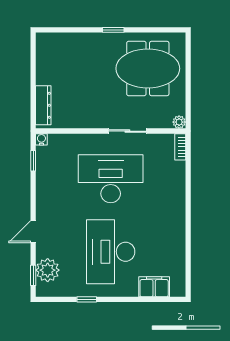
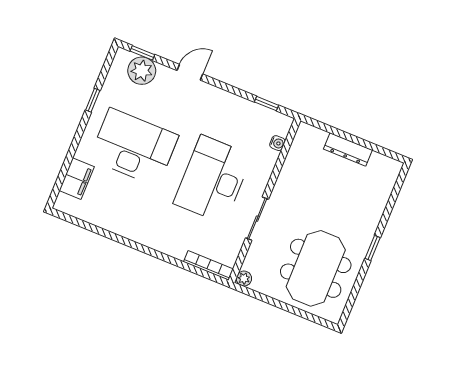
dresser: (43, 105) -> (348, 150), moved
water cooler: (41, 139) -> (277, 143), moved
bookcase: (180, 147) -> (208, 265), width x1.56
desk: (111, 179) -> (213, 179), turned 180
door: (33, 232) -> (190, 72), hinge flipped

